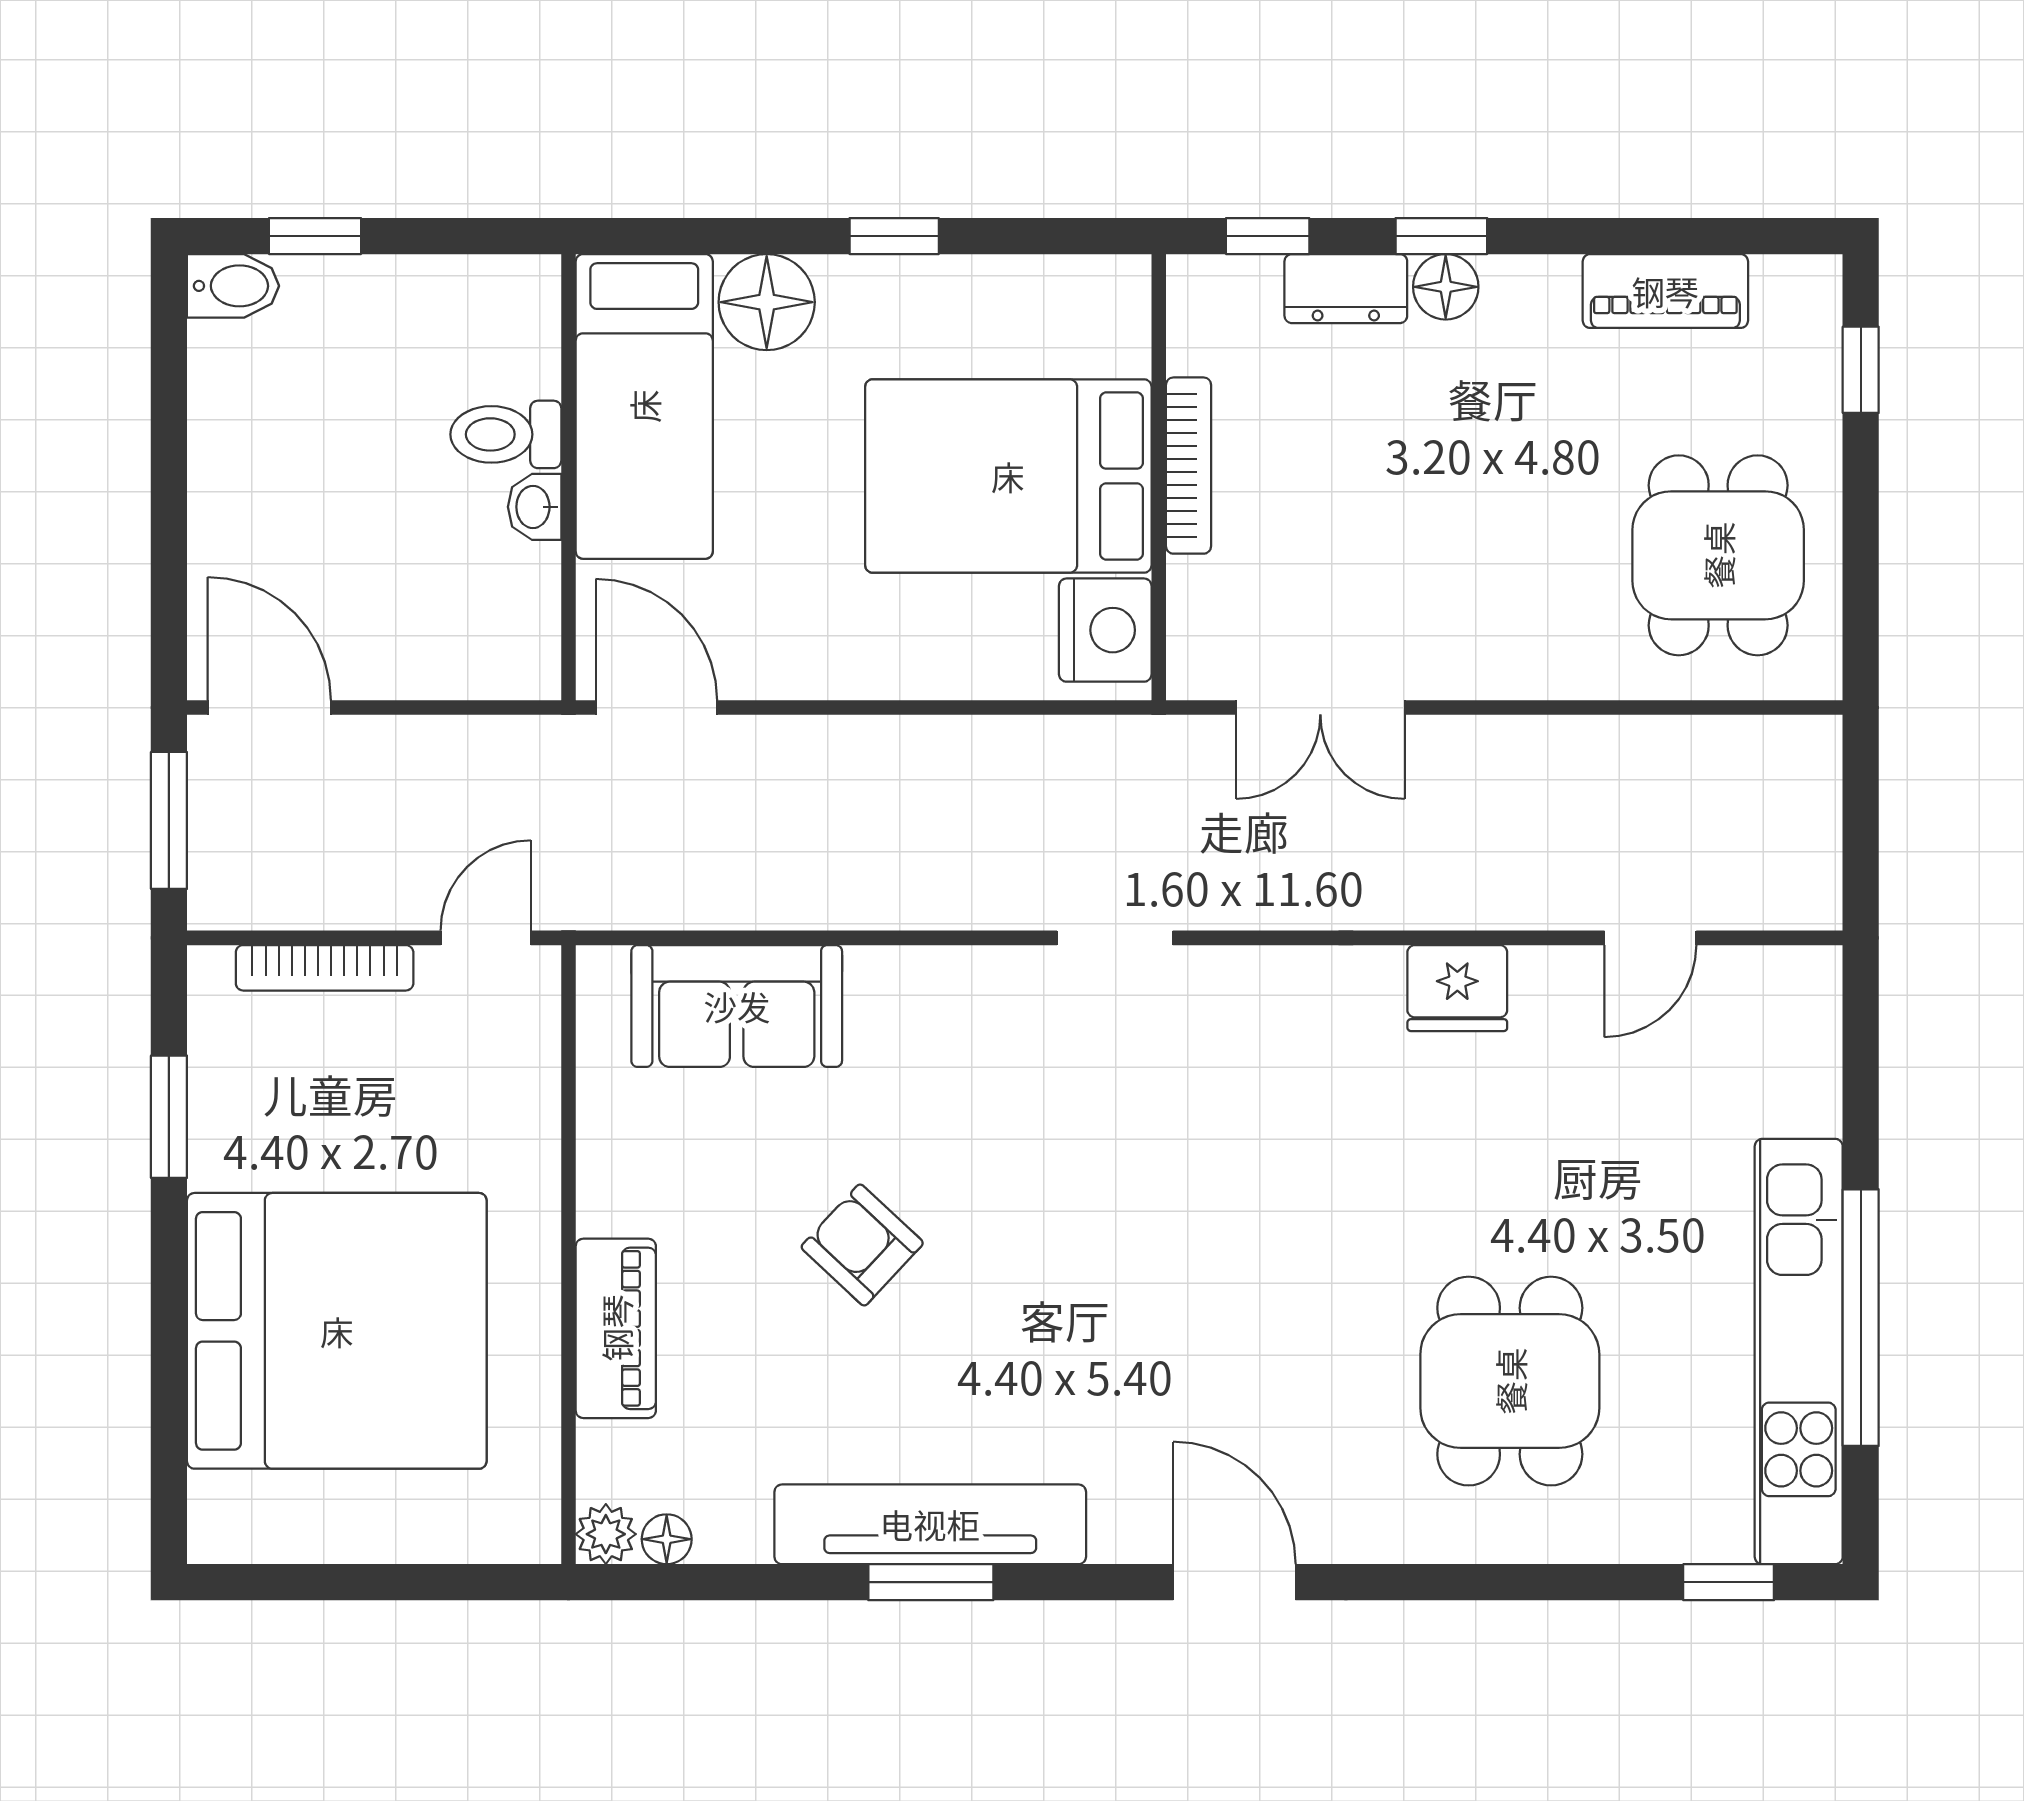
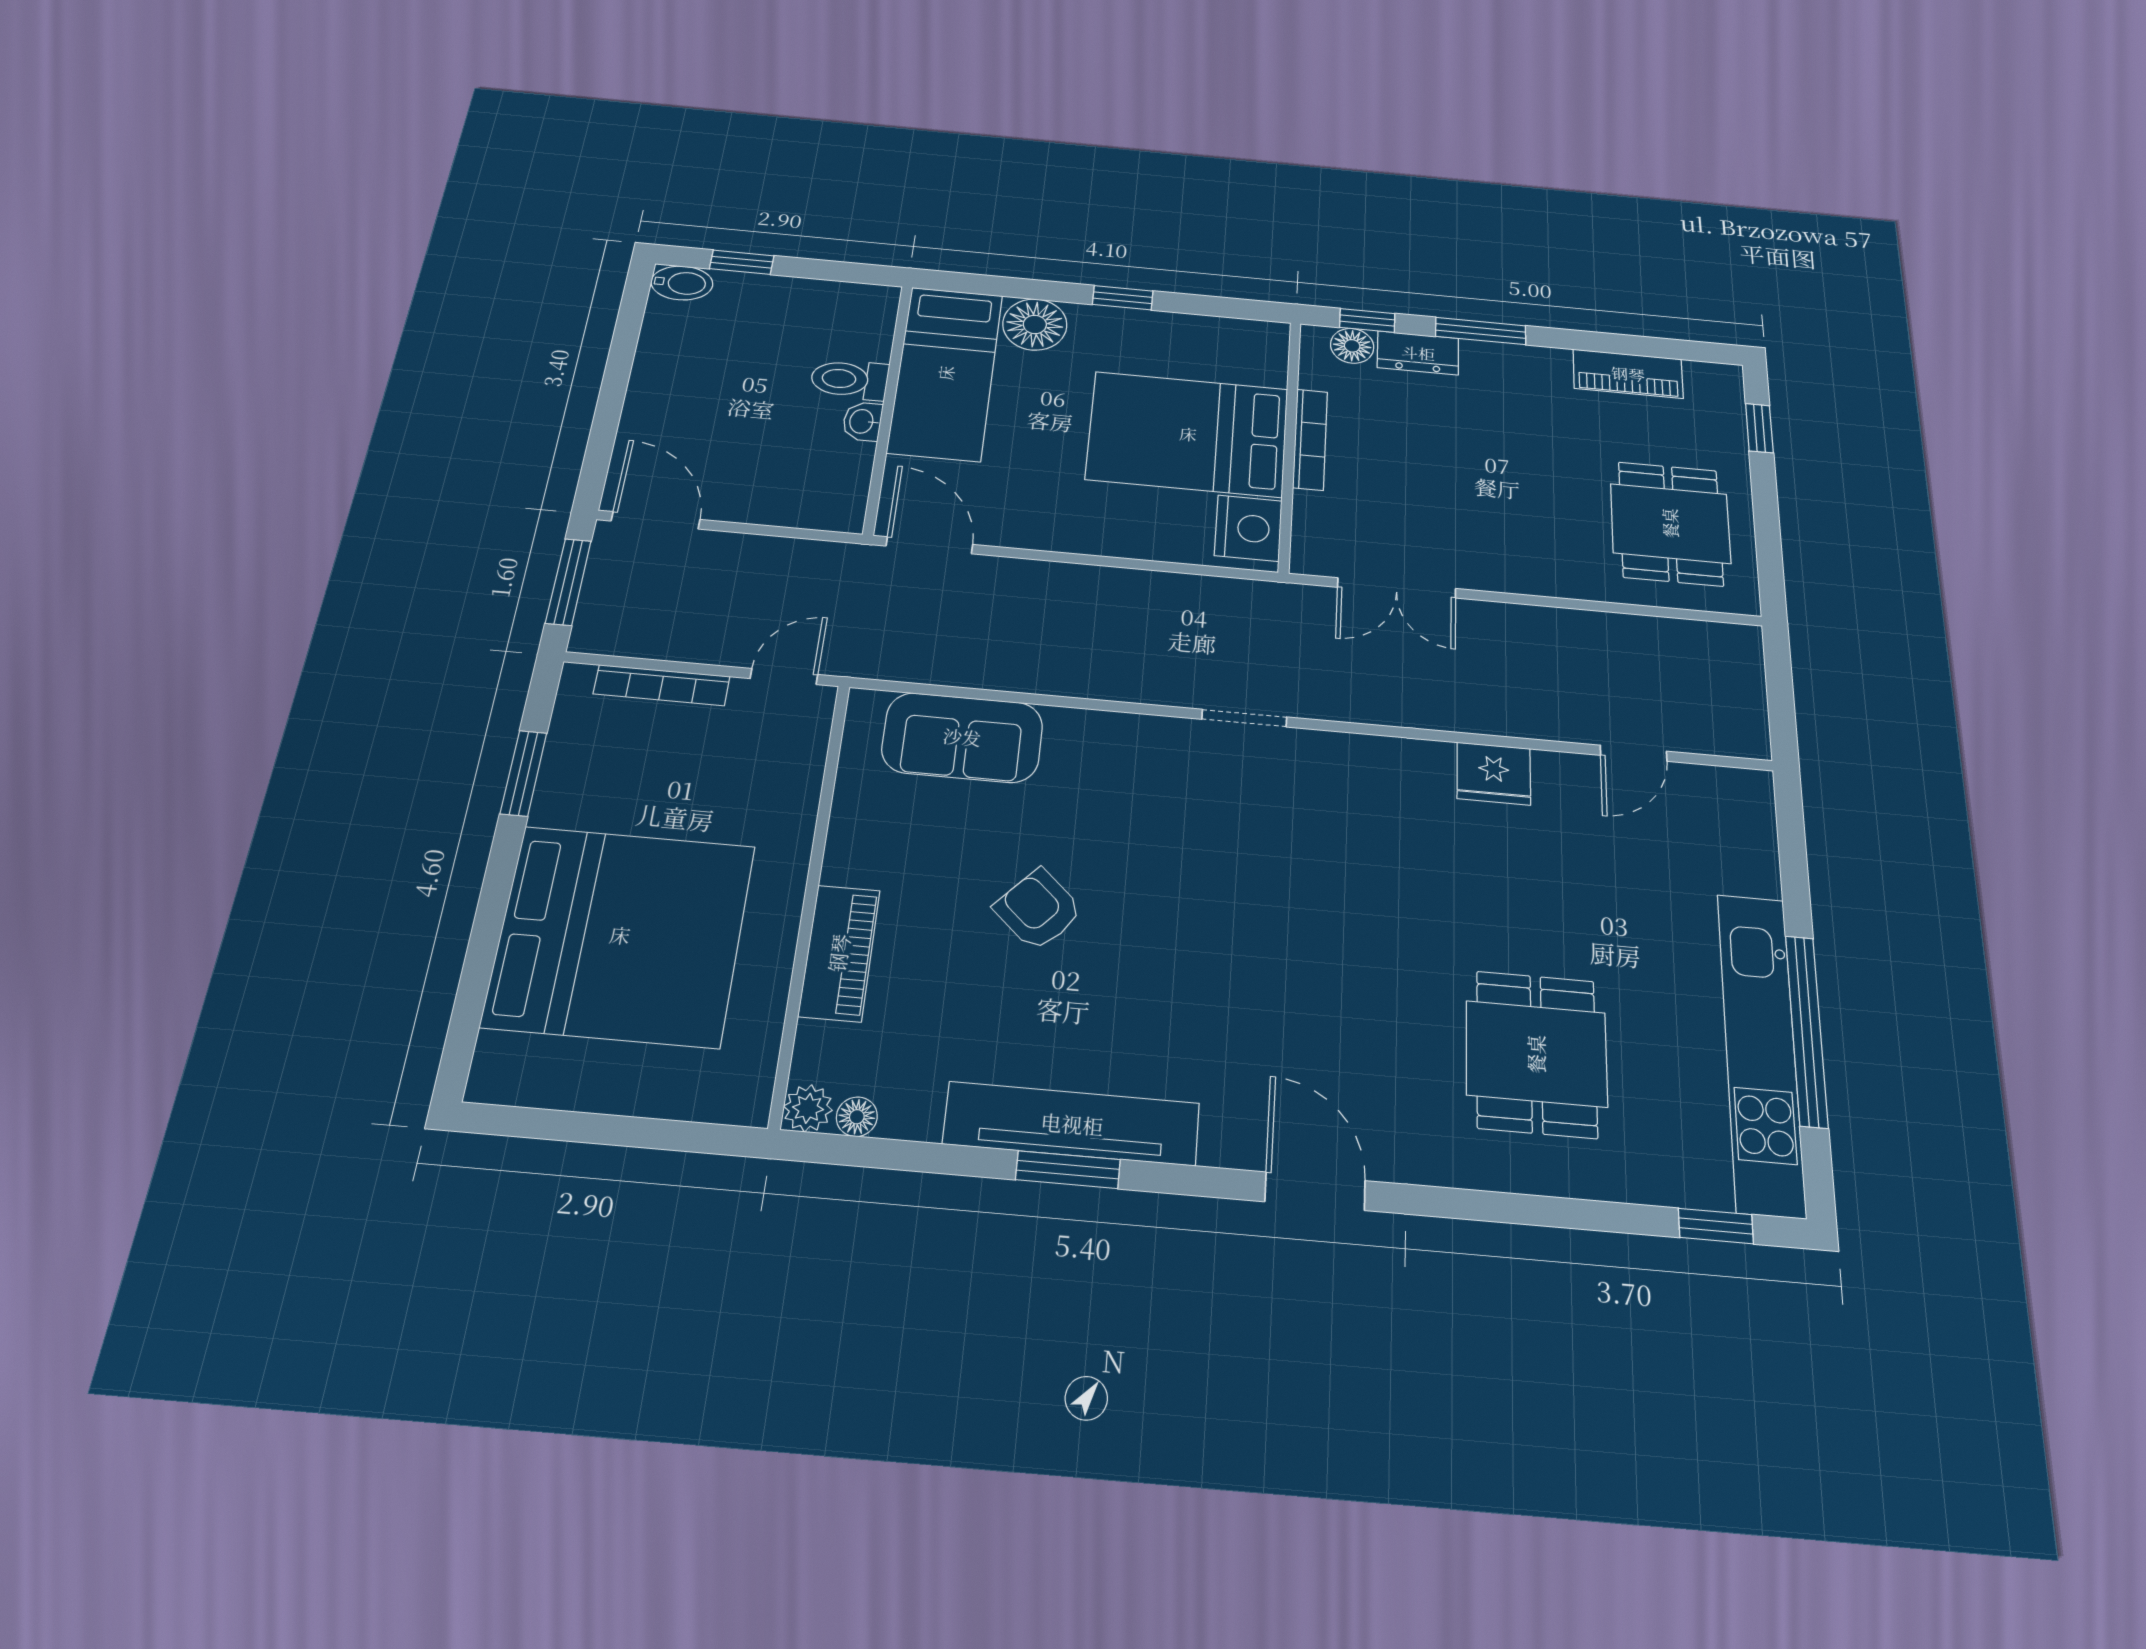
window: (1441, 236) -> (1481, 331), width x1.50
floor lamp: (1446, 287) -> (1352, 346), moved

